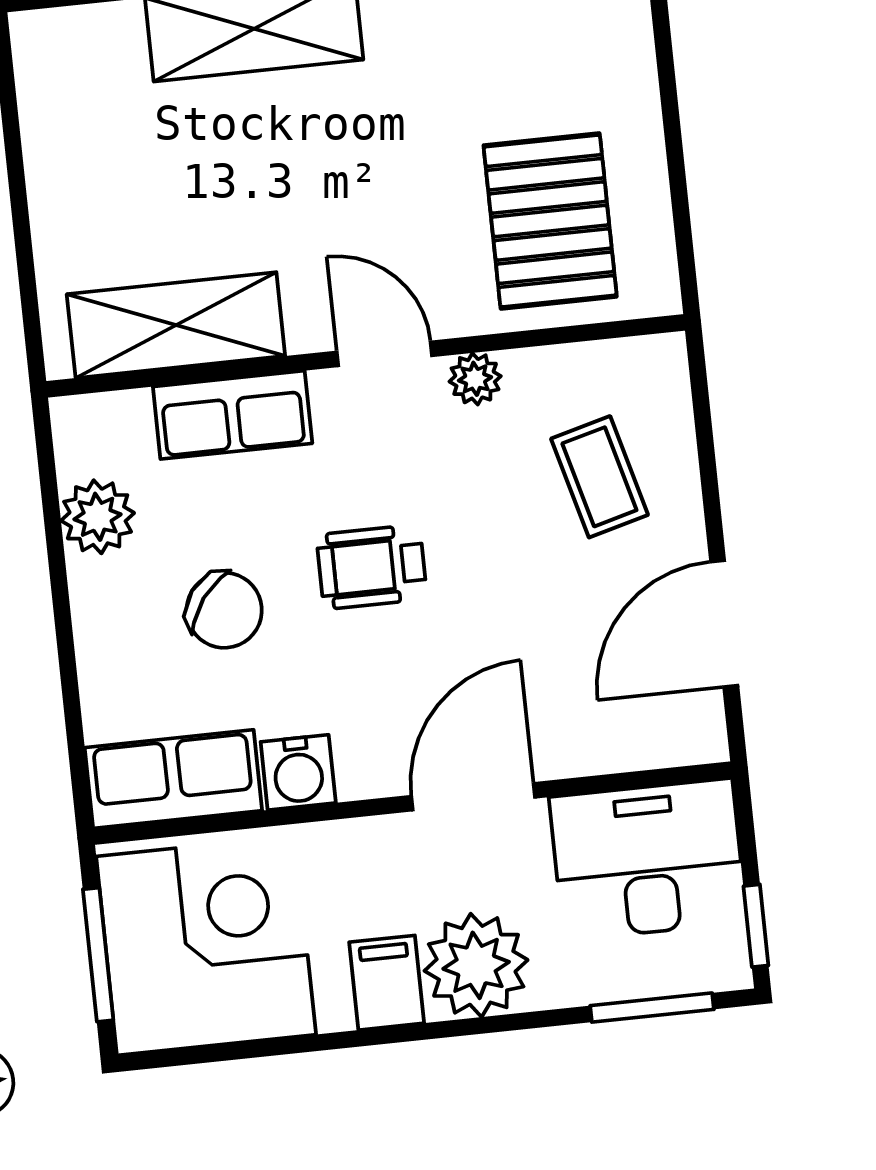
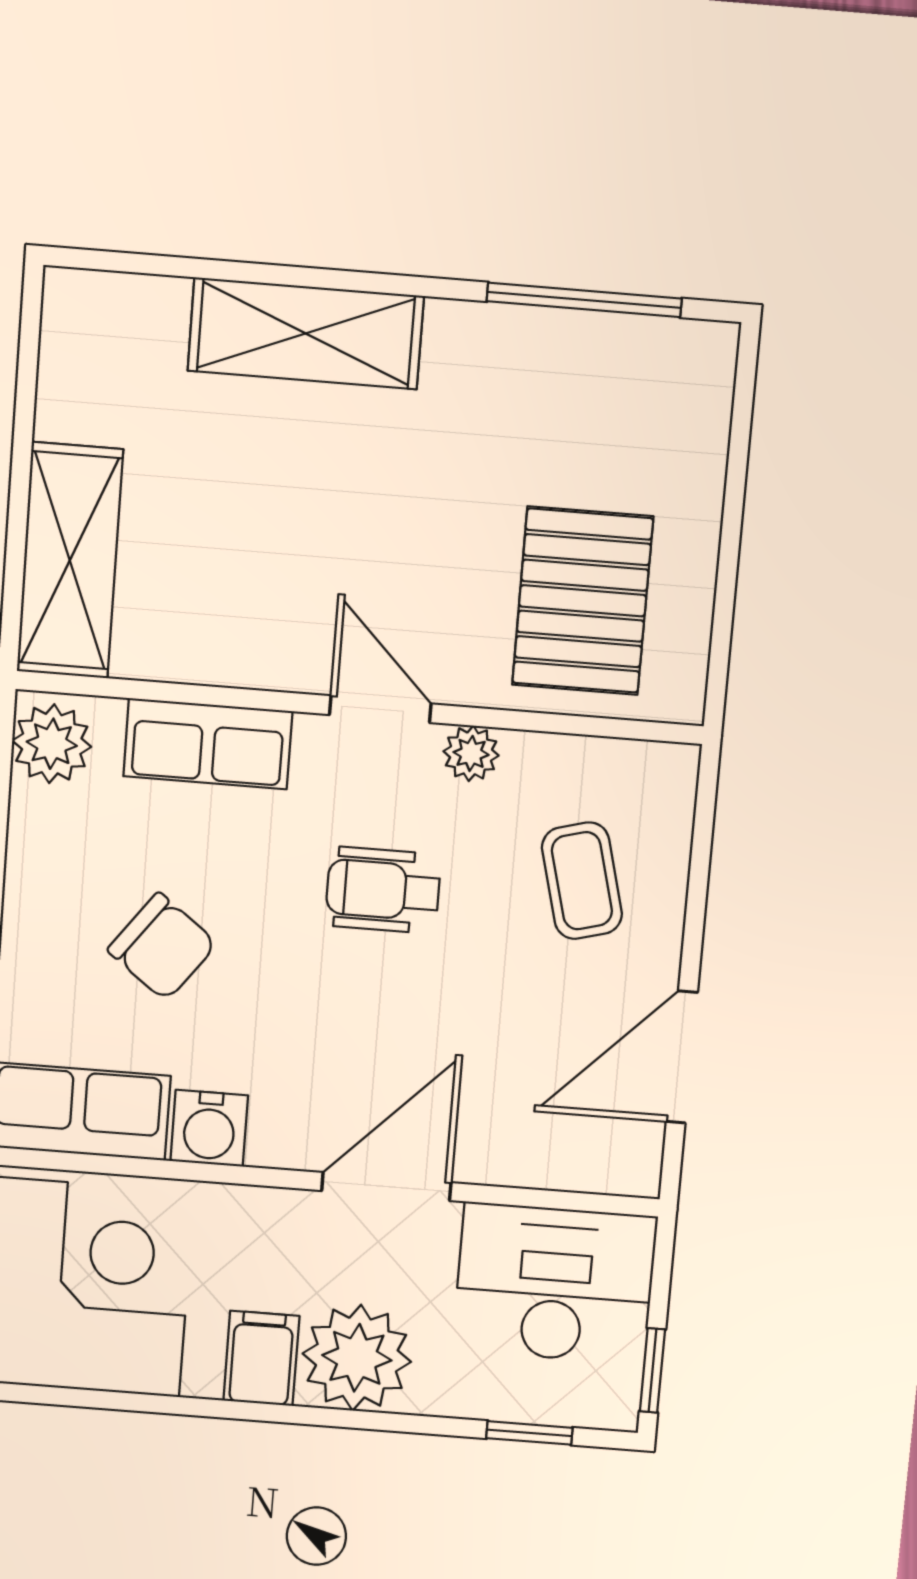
shelving: (176, 325) -> (70, 561), moved, turned 90
plant: (98, 517) -> (52, 744), moved
wheelchair: (372, 567) -> (383, 890), moved
window: (652, 1008) -> (529, 1433), width x0.67

